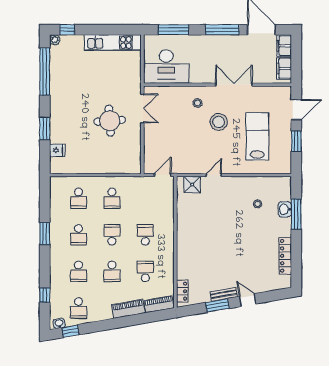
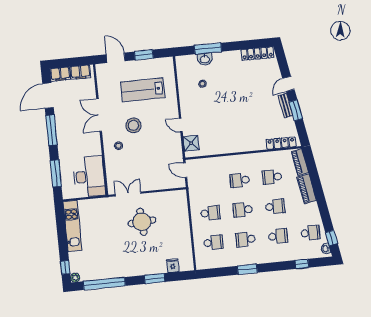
school desk: (78, 235) -> (246, 239), turned 180
locker: (285, 256) -> (257, 53), moved
locker: (182, 291) -> (281, 143), width x1.53

